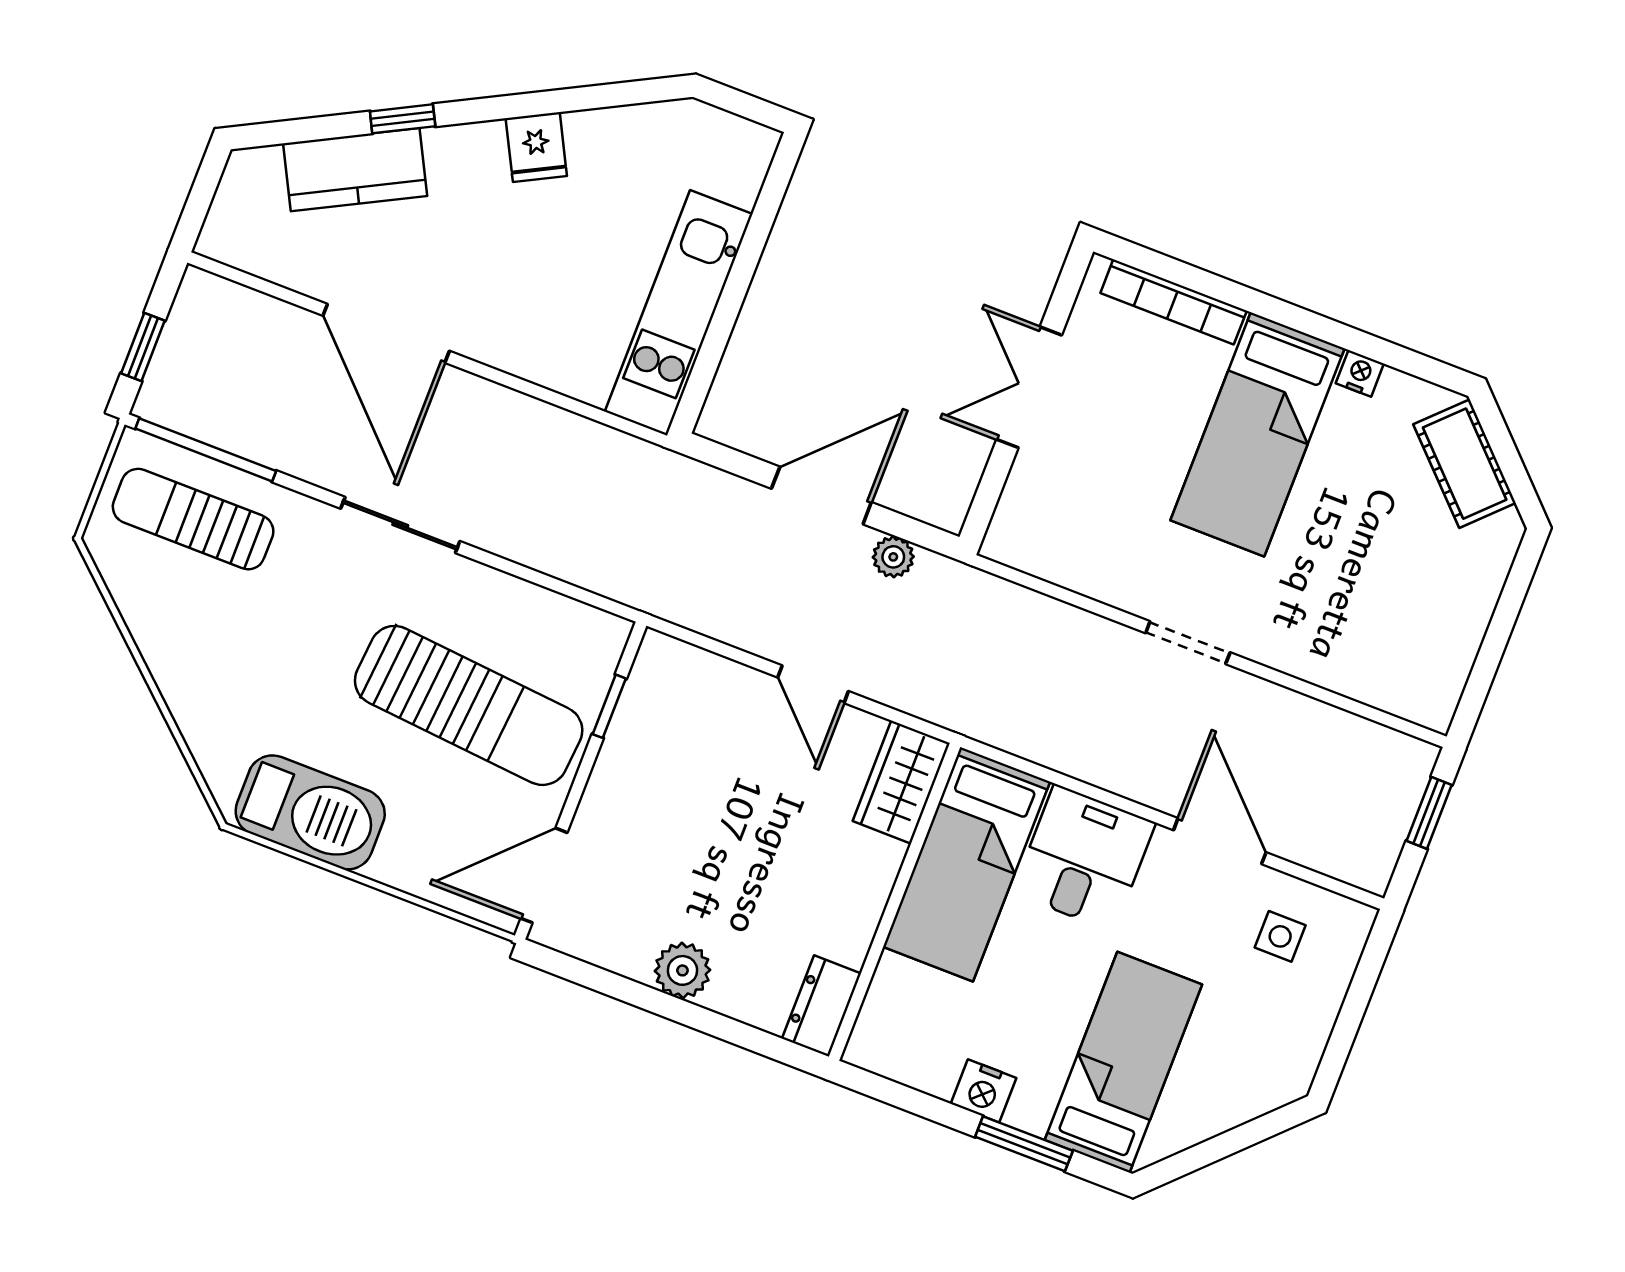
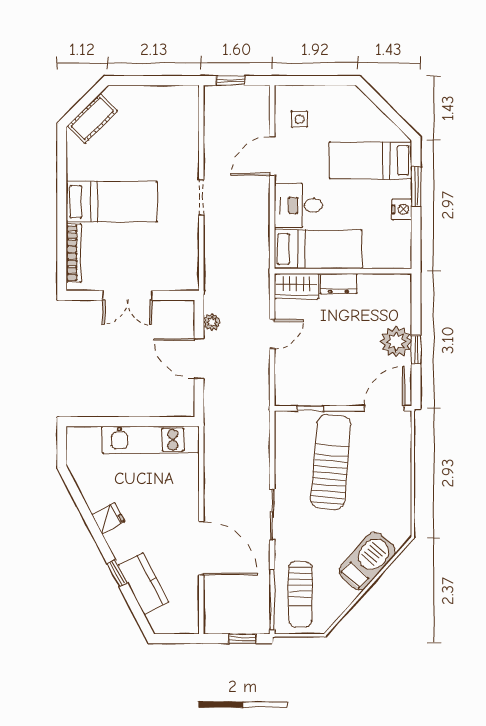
door: (386, 333) -> (201, 548), hinge flipped
nightstand: (1360, 373) -> (73, 172), removed
barbecue: (310, 812) -> (367, 561), moved, turned 42
door: (544, 875) -> (384, 408), swing flipped
plant: (682, 970) -> (396, 342), width x1.36, depth x1.36
window: (651, 1000) -> (416, 349), added
dresser: (821, 1006) -> (339, 284), moved

